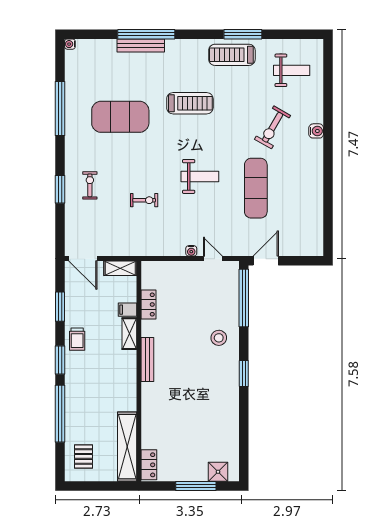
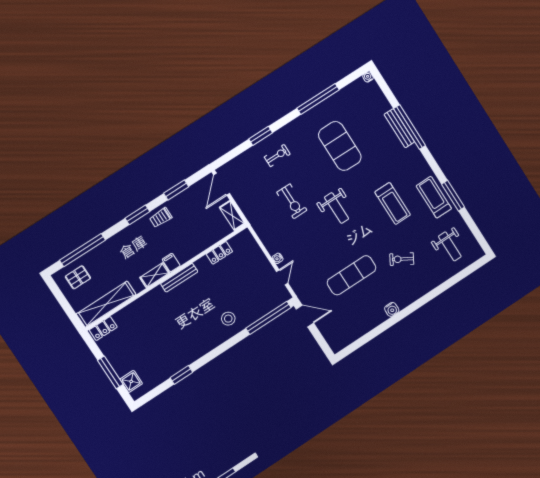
treadmill: (190, 103) -> (393, 204), moved
exercise bike: (273, 127) -> (402, 259), width x0.73, depth x0.72
water cooler: (316, 131) -> (392, 309), moved
weight bench: (200, 176) -> (337, 208), moved
exercise bike: (144, 200) -> (292, 201), width x1.38, depth x1.39
filing cabinet: (127, 310) -> (171, 262), moved
shelving: (129, 334) -> (155, 275), moved
window: (244, 373) -> (181, 375), moved
window: (60, 414) -> (82, 250), moved

